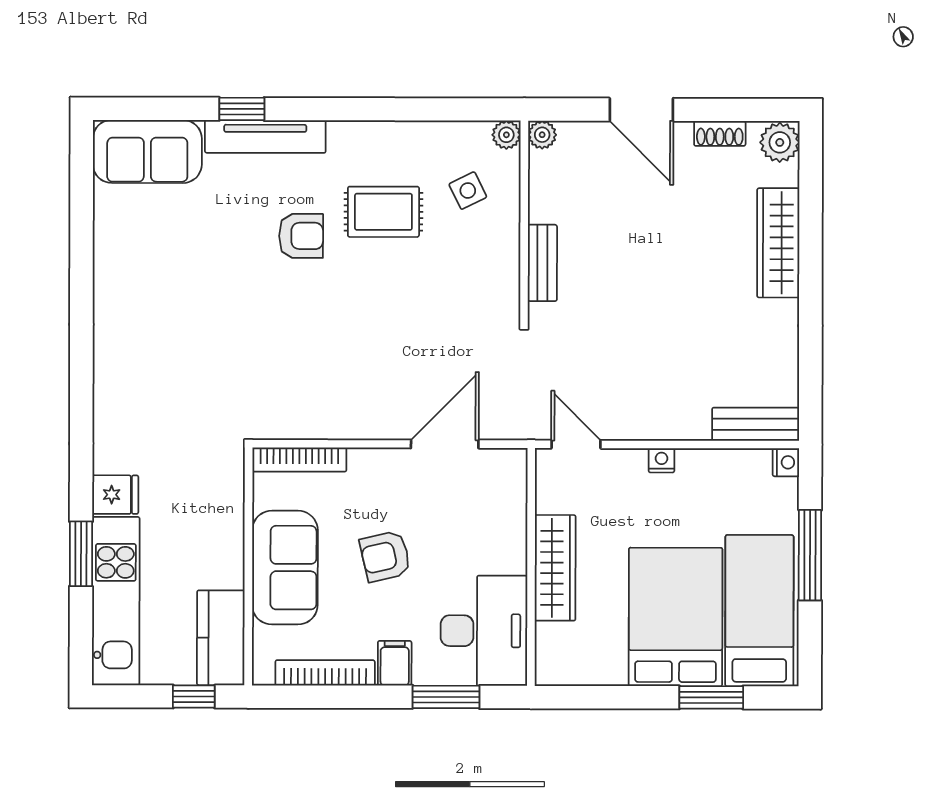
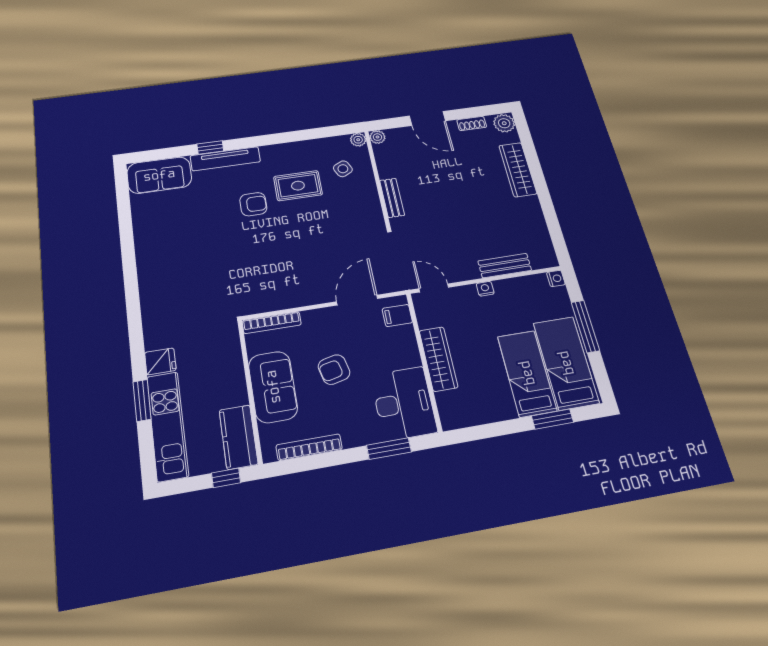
bench: (756, 424) -> (505, 266), moved
bed: (676, 617) -> (527, 373), width x0.67
filing cabinet: (395, 663) -> (397, 316), moved, turned -90

